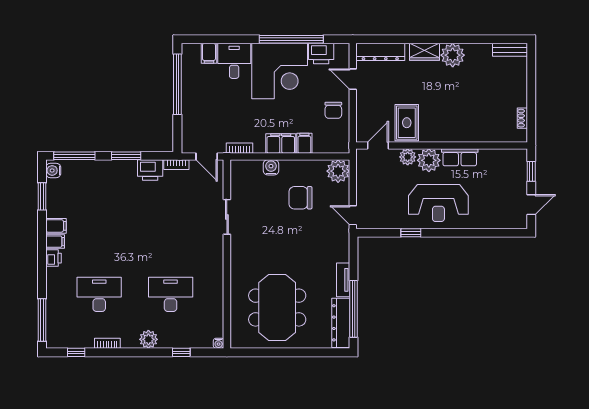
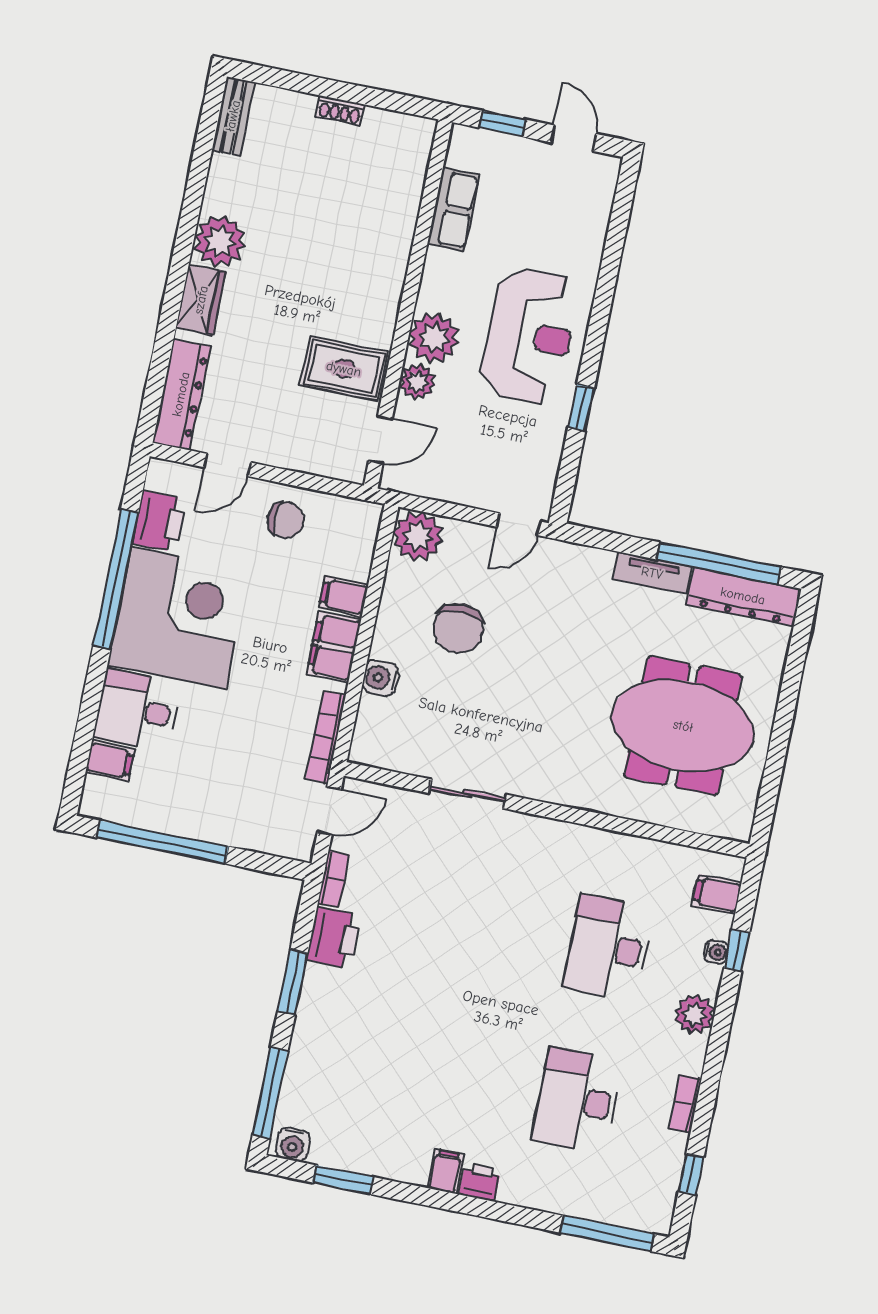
shoe rack: (522, 118) -> (340, 110), moved
door: (378, 145) -> (380, 440), swing flipped
bookcase: (240, 148) -> (326, 737), width x1.56
row of seats: (460, 157) -> (453, 209), moved
filing cabinet: (56, 226) -> (717, 894), moved, turned -90
water cooler: (219, 343) -> (716, 952), moved

